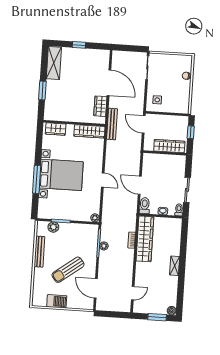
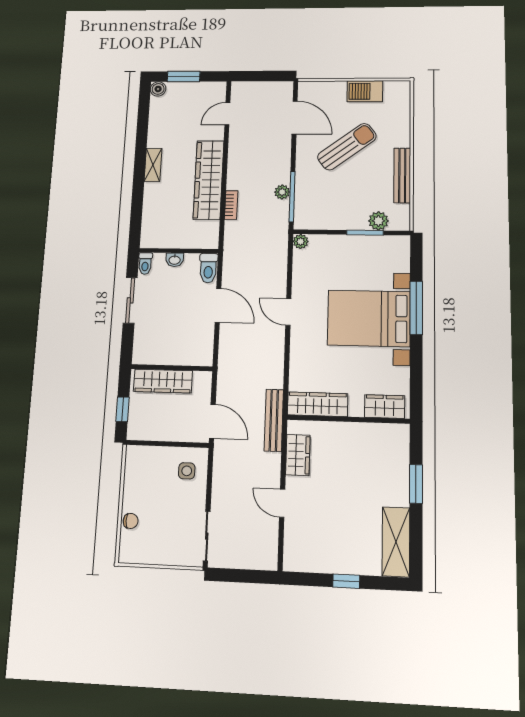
door: (109, 83) -> (282, 503), width x0.53
wardrobe: (145, 239) -> (209, 180), moved

